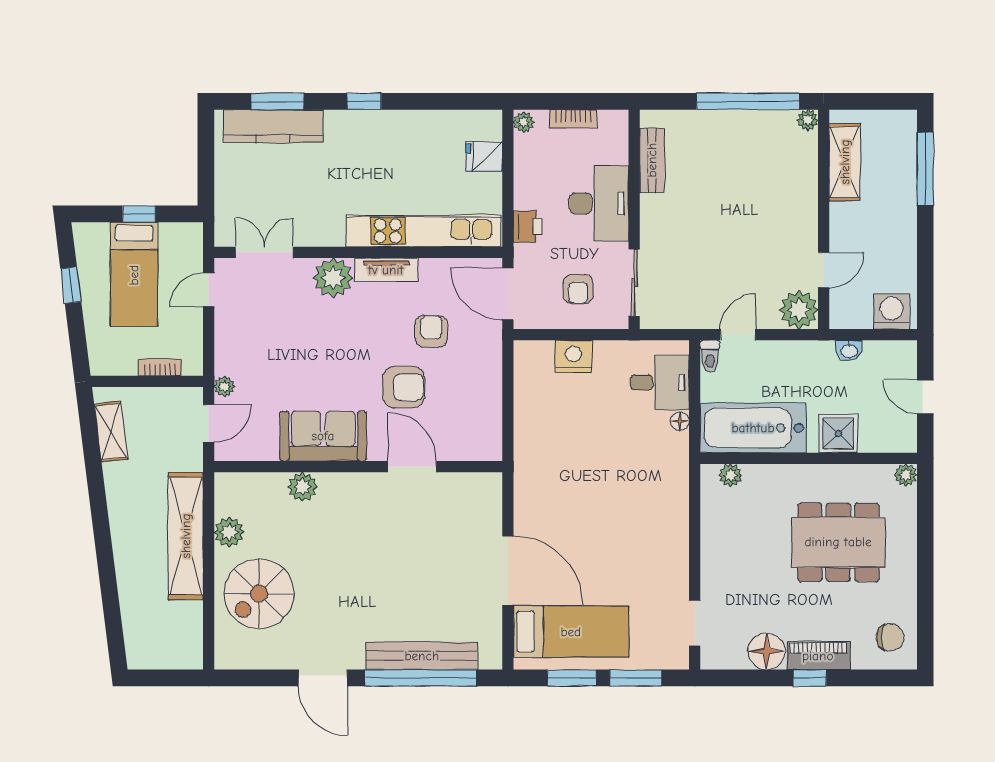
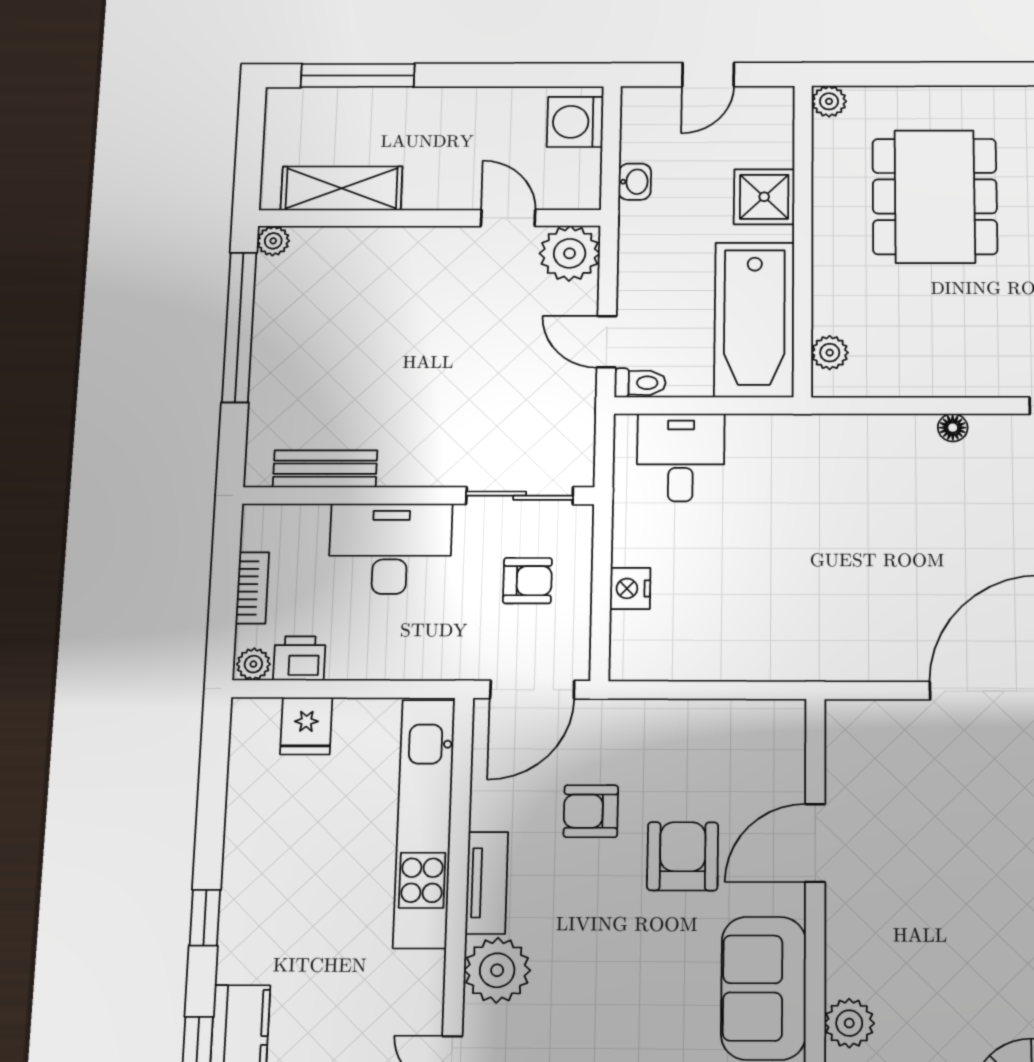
printer: (528, 227) -> (299, 658), moved
nightstand: (573, 357) -> (630, 588), width x0.74, depth x0.75
floor lamp: (680, 421) -> (953, 428), moved

